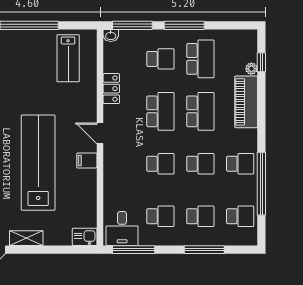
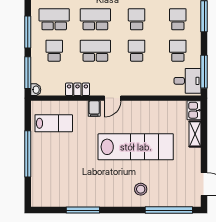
filing cabinet: (87, 160) -> (94, 109), moved
lab bench: (38, 163) -> (136, 147), turned 180
shelving: (26, 238) -> (195, 134), moved

